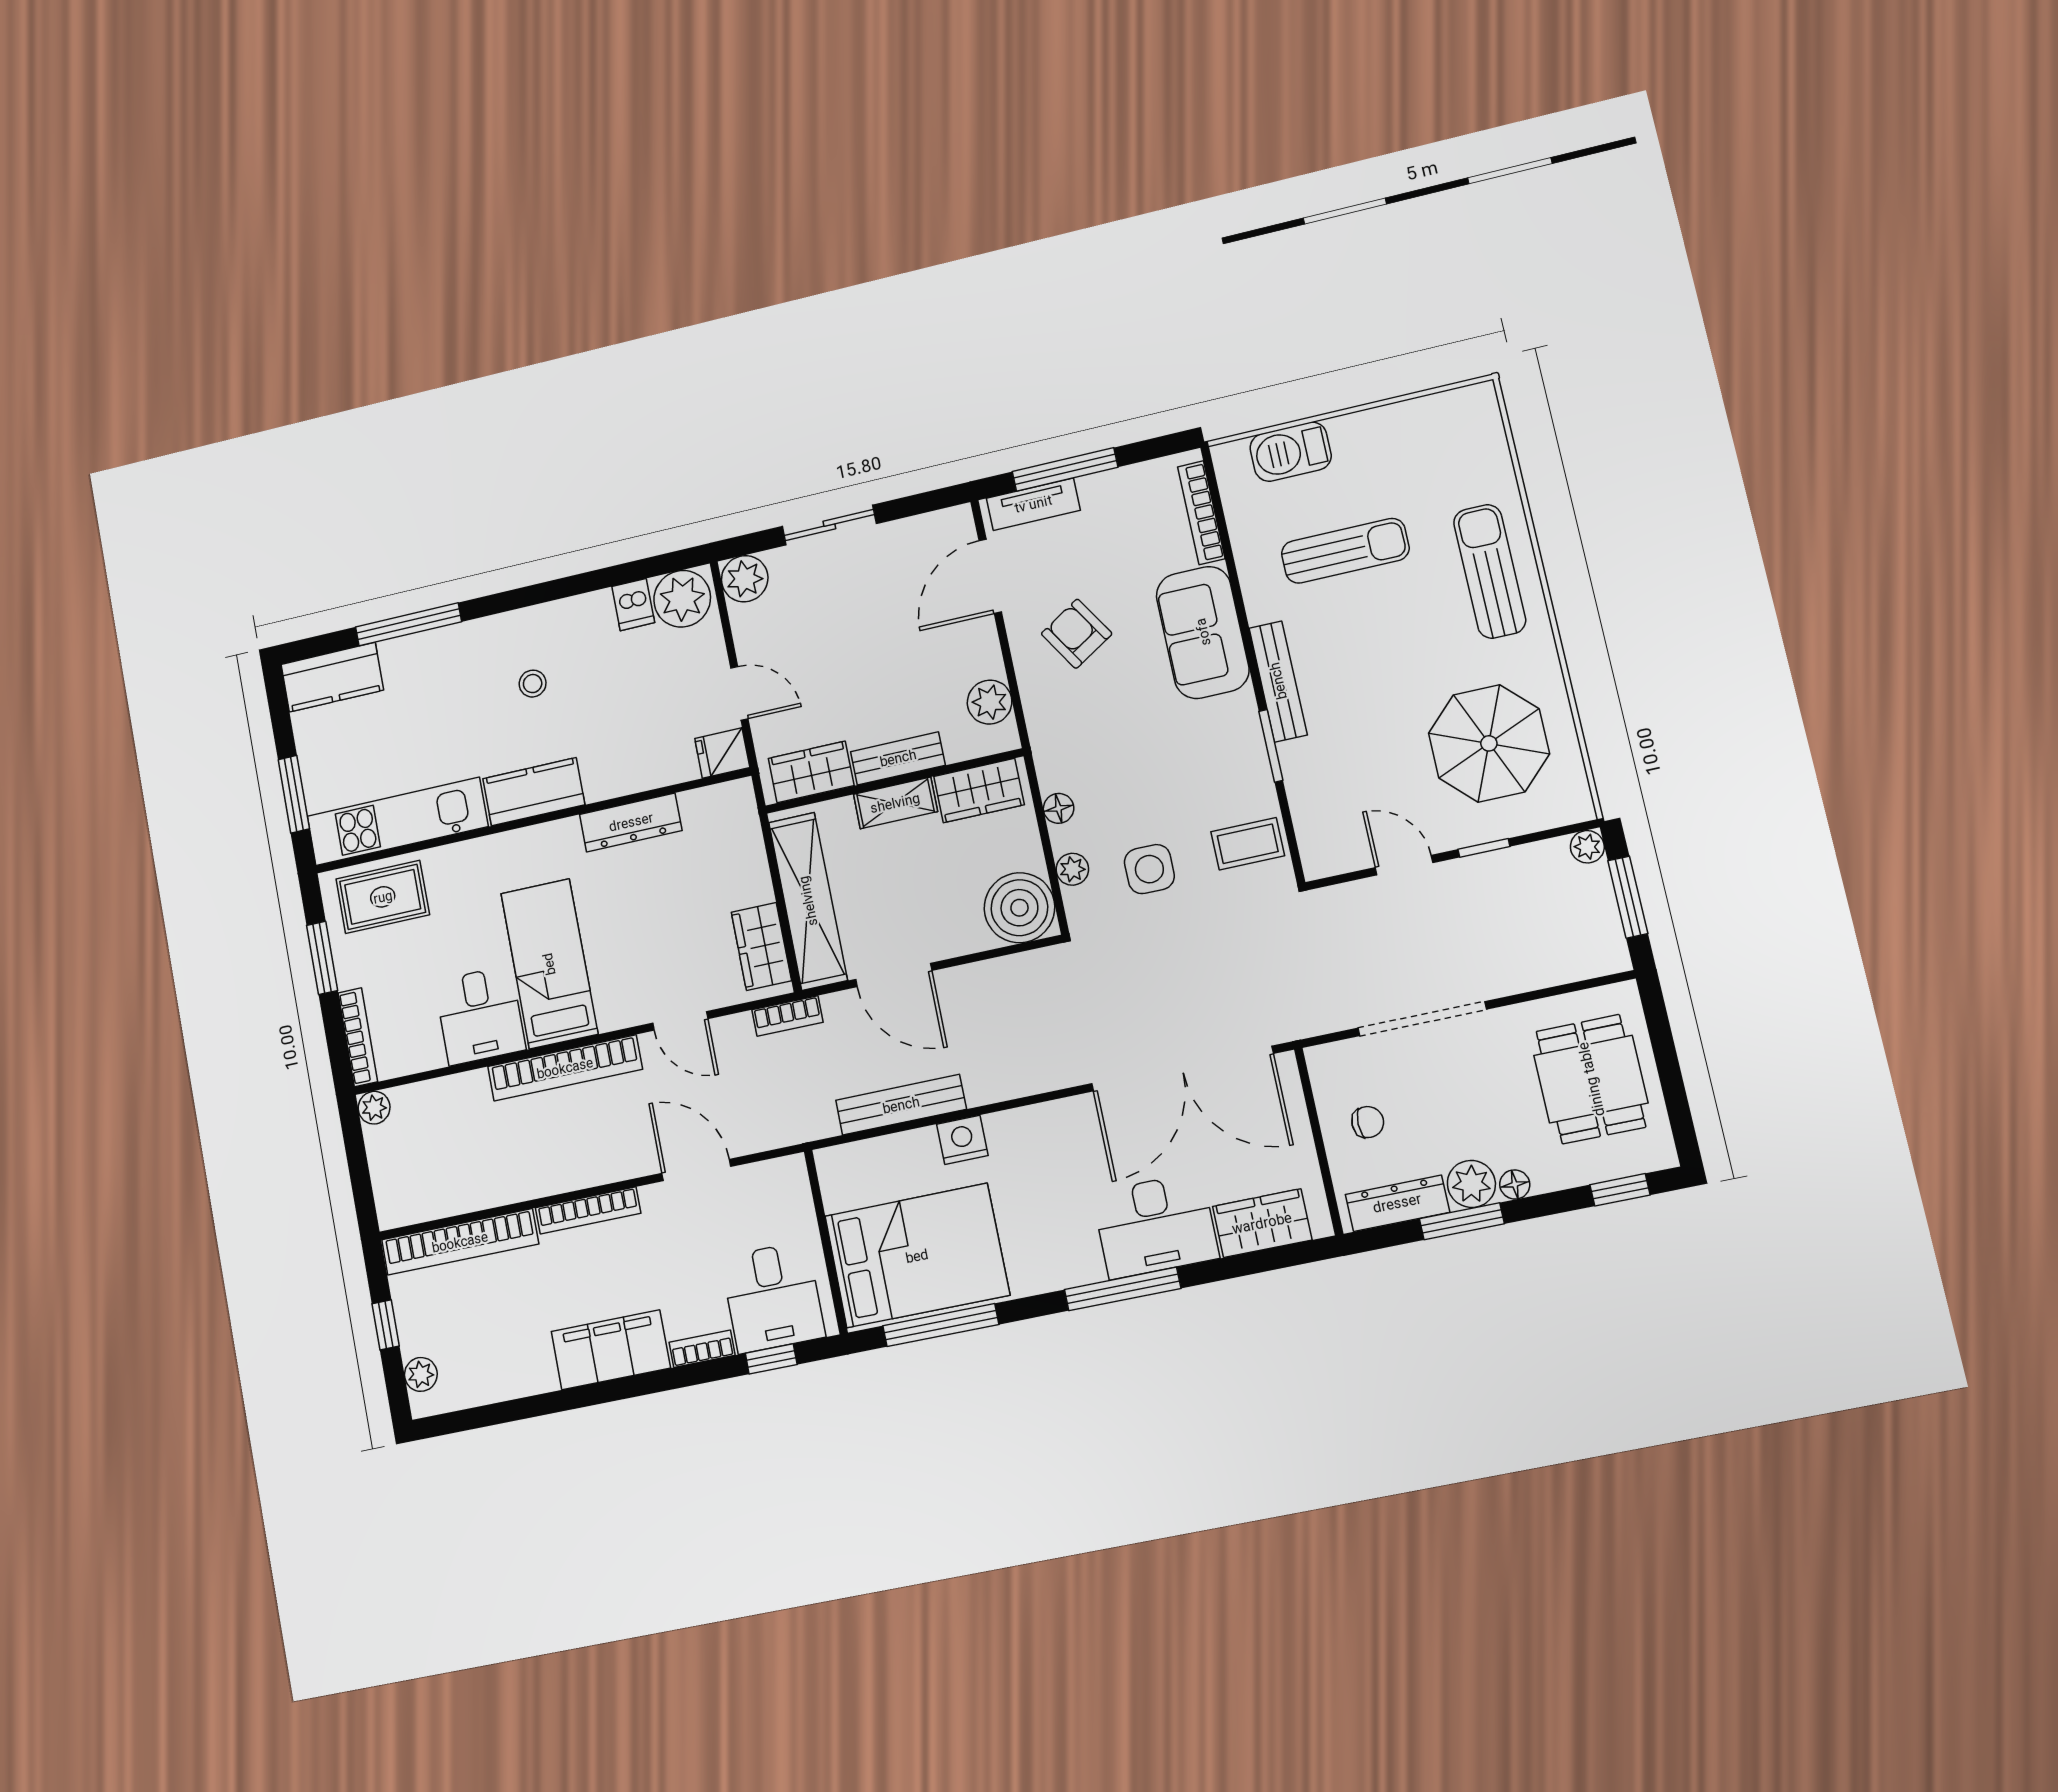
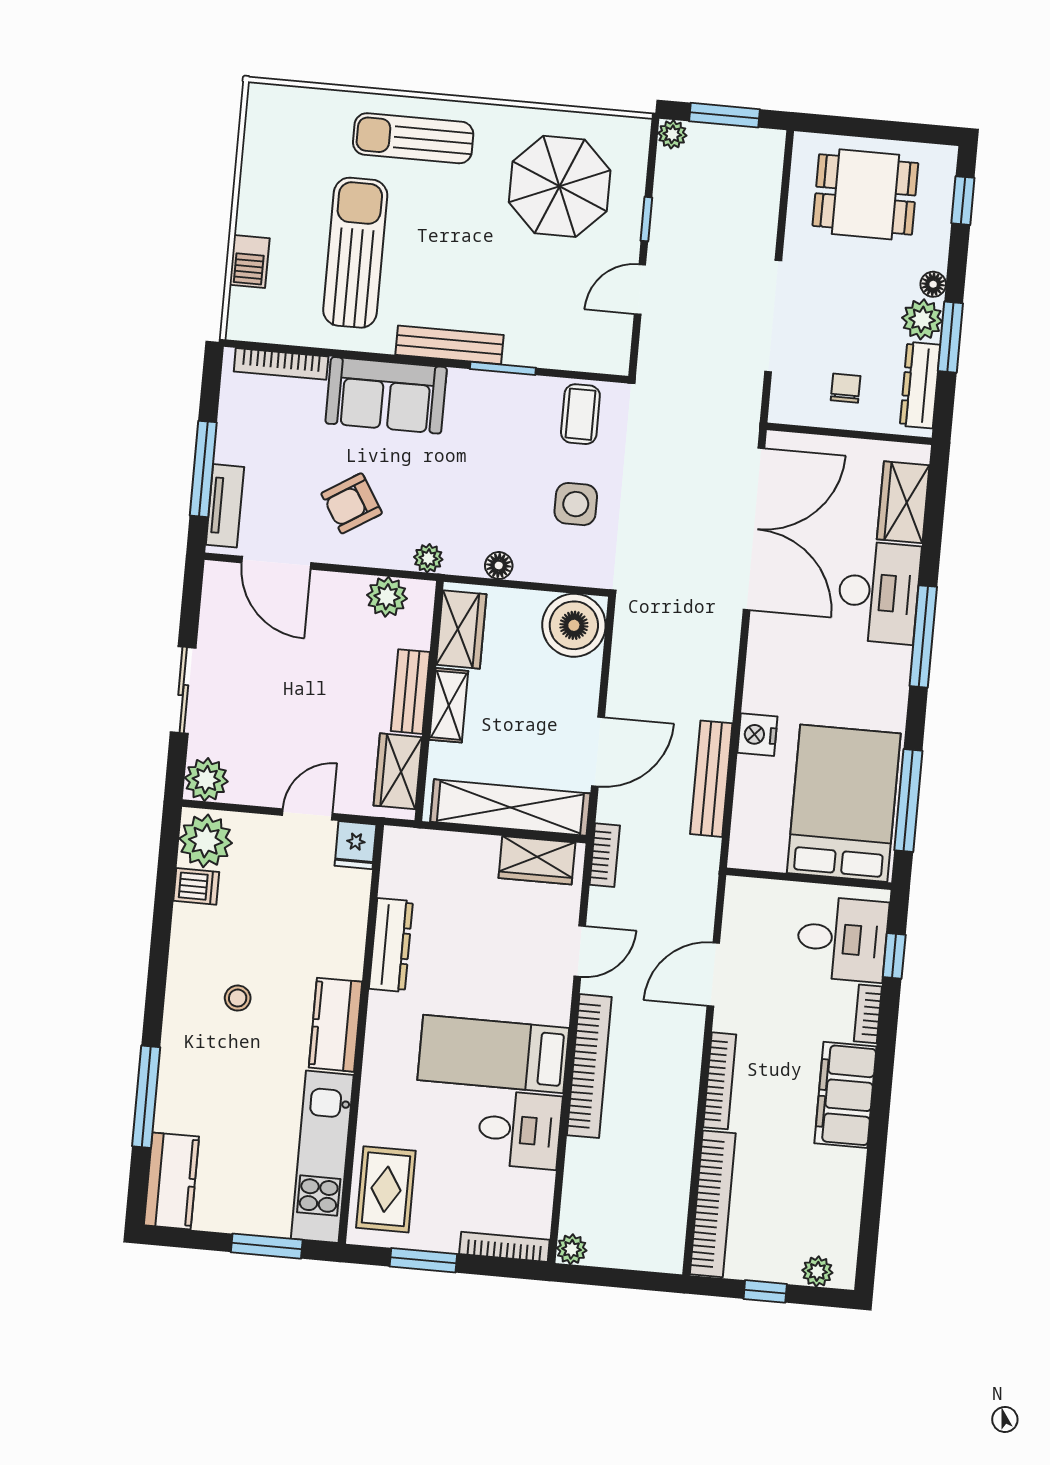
barbecue: (1291, 452) -> (249, 261), width x0.73, depth x0.79
sun lounger: (1345, 551) -> (355, 253), width x1.36, depth x1.34
plant: (1072, 869) -> (428, 558), moved

